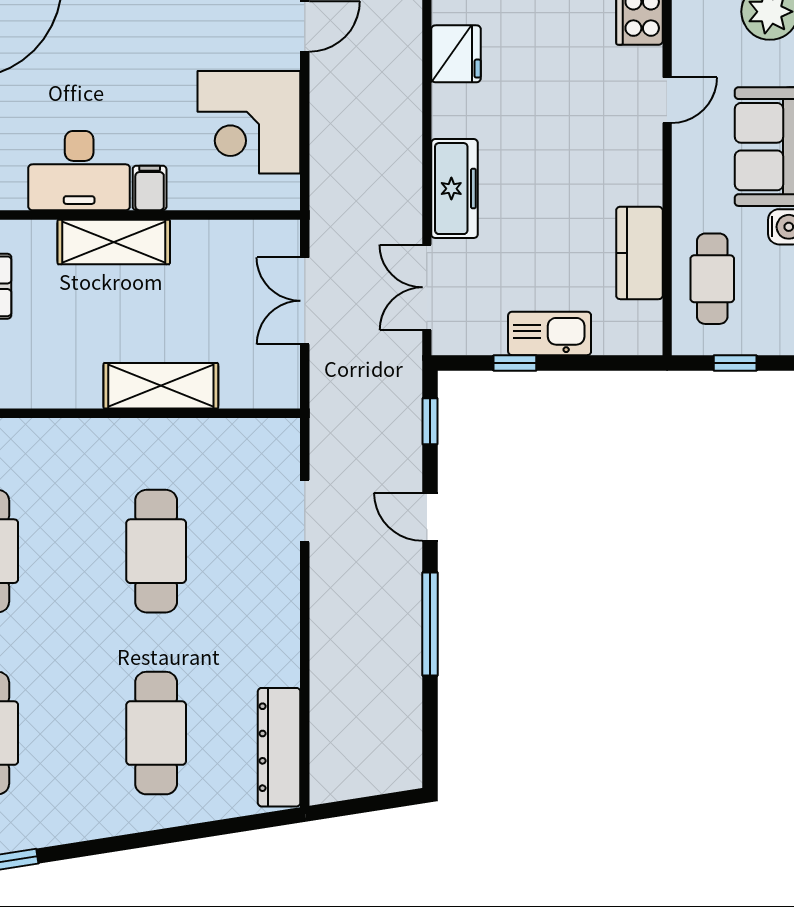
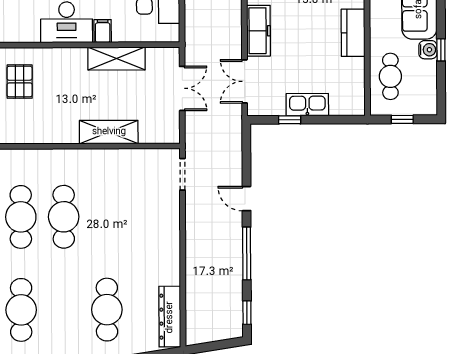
shelving: (114, 242) -> (117, 59), moved
kitchen counter: (639, 253) -> (353, 33), moved
double door: (305, 301) -> (182, 88), swing flipped
window: (430, 421) -> (247, 313), moved
doorway: (305, 511) -> (182, 174), moved
cafe table: (156, 551) -> (64, 217), moved

